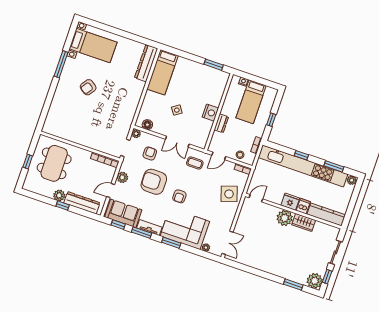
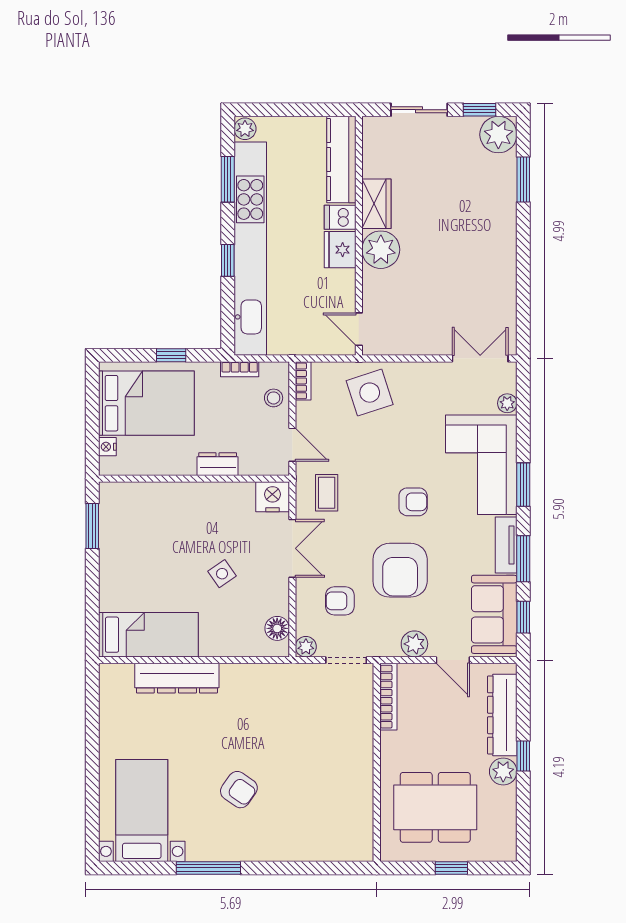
dresser: (146, 63) -> (177, 678), moved
bed: (251, 102) -> (146, 403), width x1.50
nightstand: (210, 113) -> (273, 497), moved

